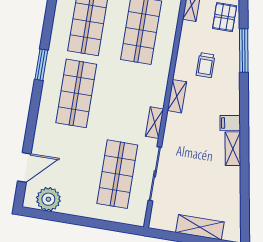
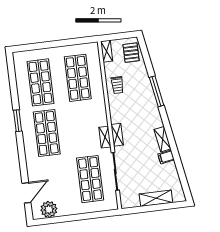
window: (244, 51) -> (157, 91), moved
trolley: (206, 65) -> (117, 85), moved
shelving: (177, 96) -> (117, 135), moved
filing cabinet: (230, 123) -> (166, 157), moved

